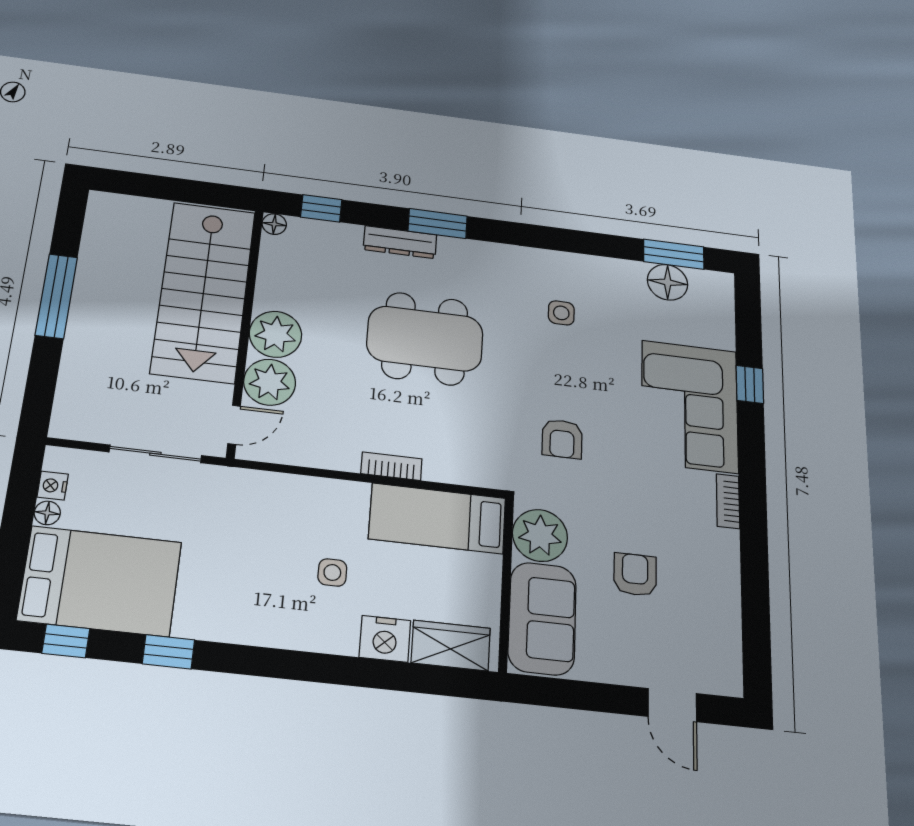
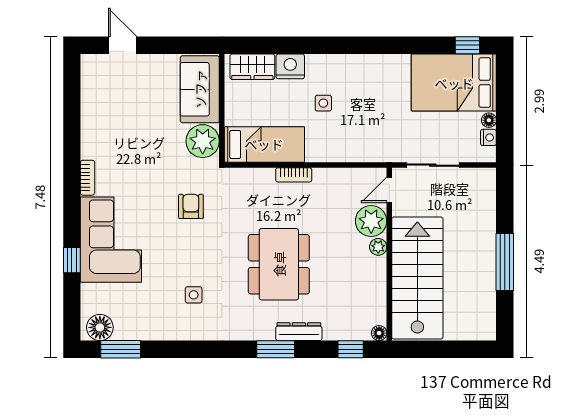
floor lamp: (668, 282) -> (100, 327), moved
plant: (275, 334) -> (378, 247), width x0.53, depth x0.53
dining table: (425, 339) -> (279, 264), turned 90
armchair: (635, 575) -> (145, 123), removed
window: (168, 652) -> (411, 45), removed

